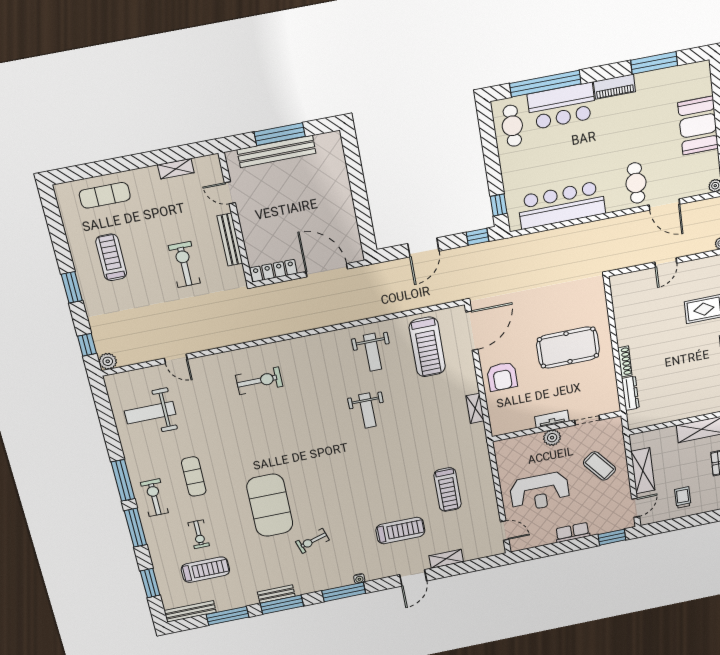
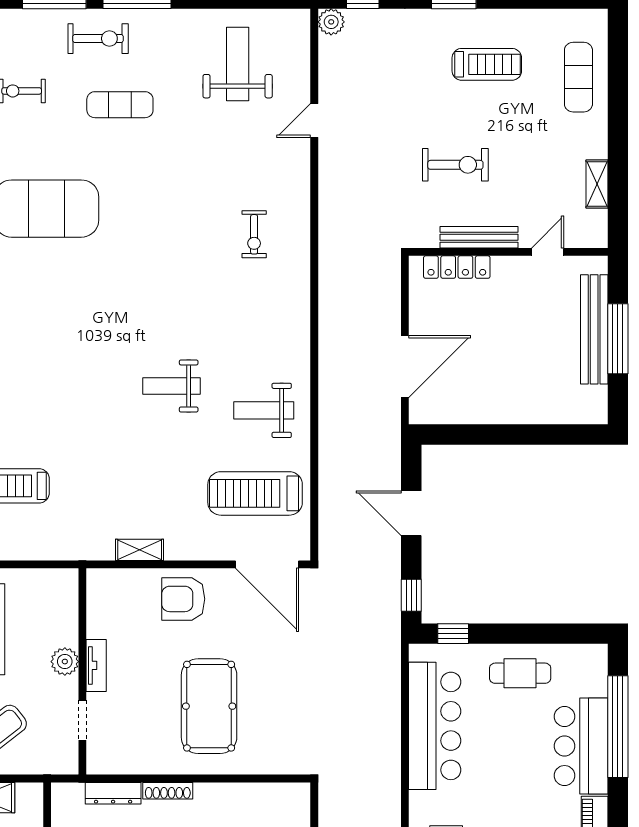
cafe table: (512, 126) -> (520, 673), moved
locker: (274, 271) -> (457, 267), moved, turned 90
exercise bike: (259, 381) -> (254, 234), width x0.73, depth x0.72

